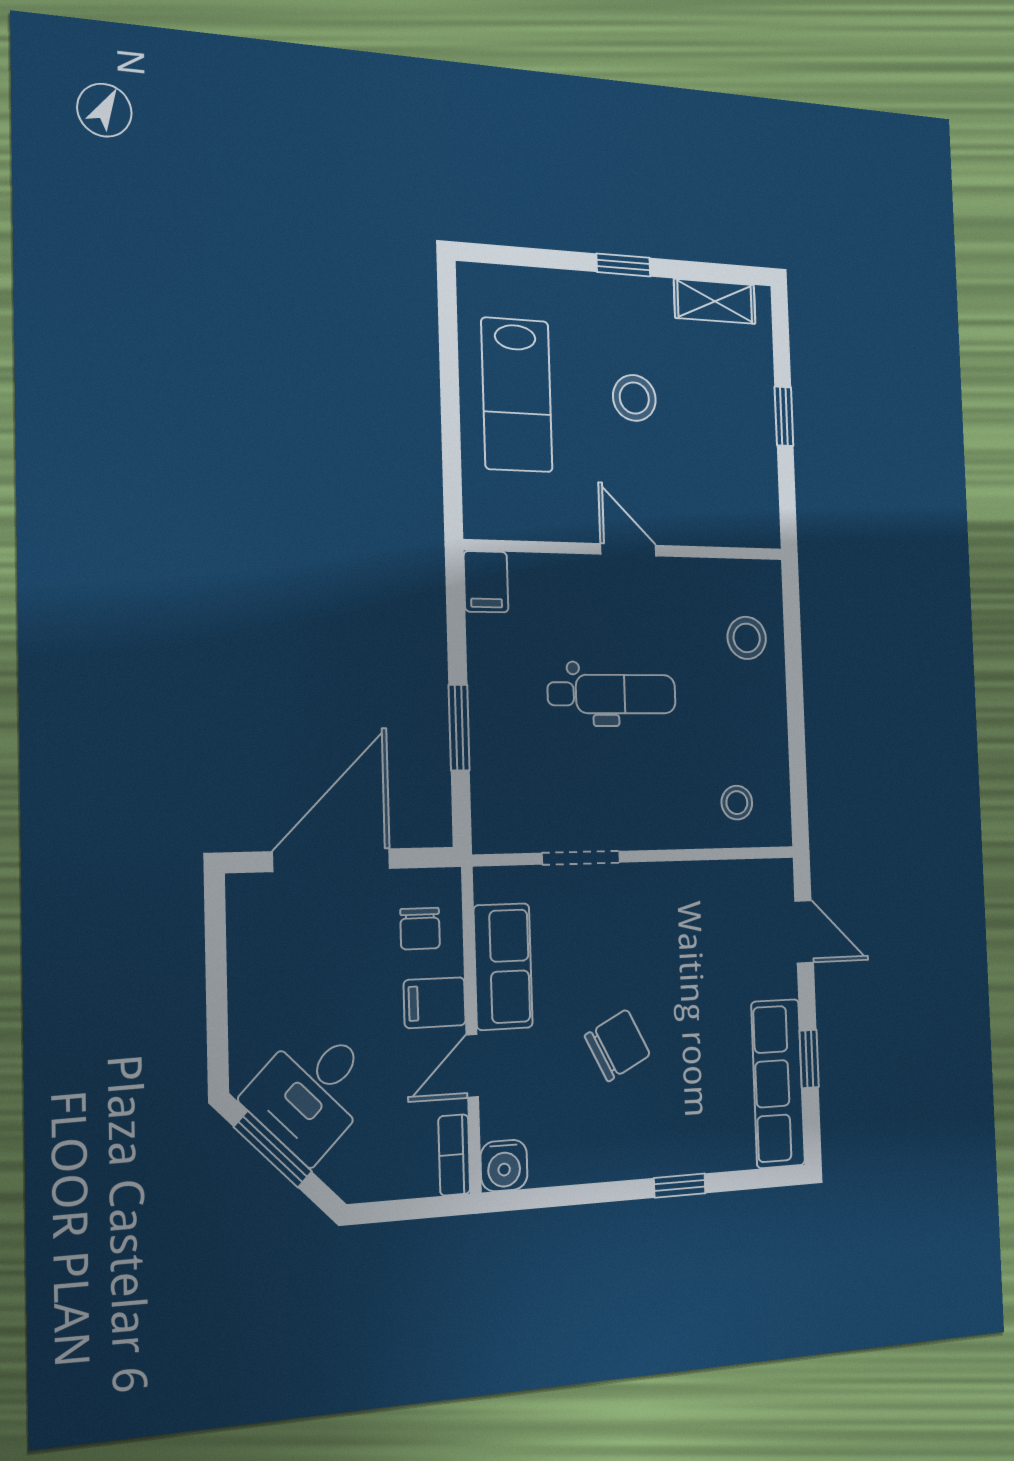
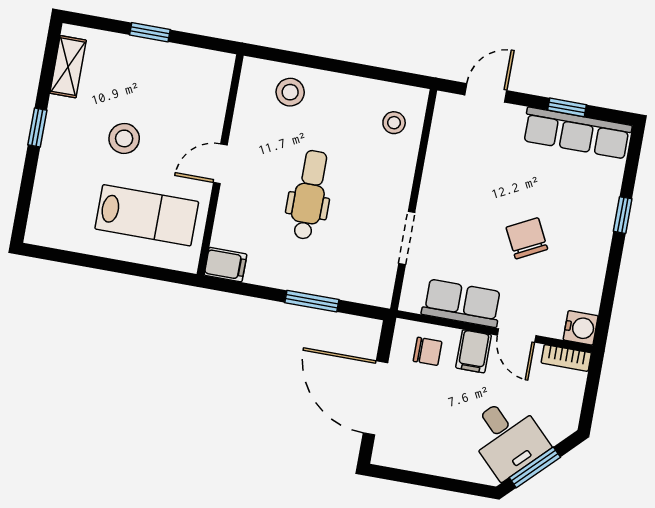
lab bench: (517, 395) -> (147, 215), moved

